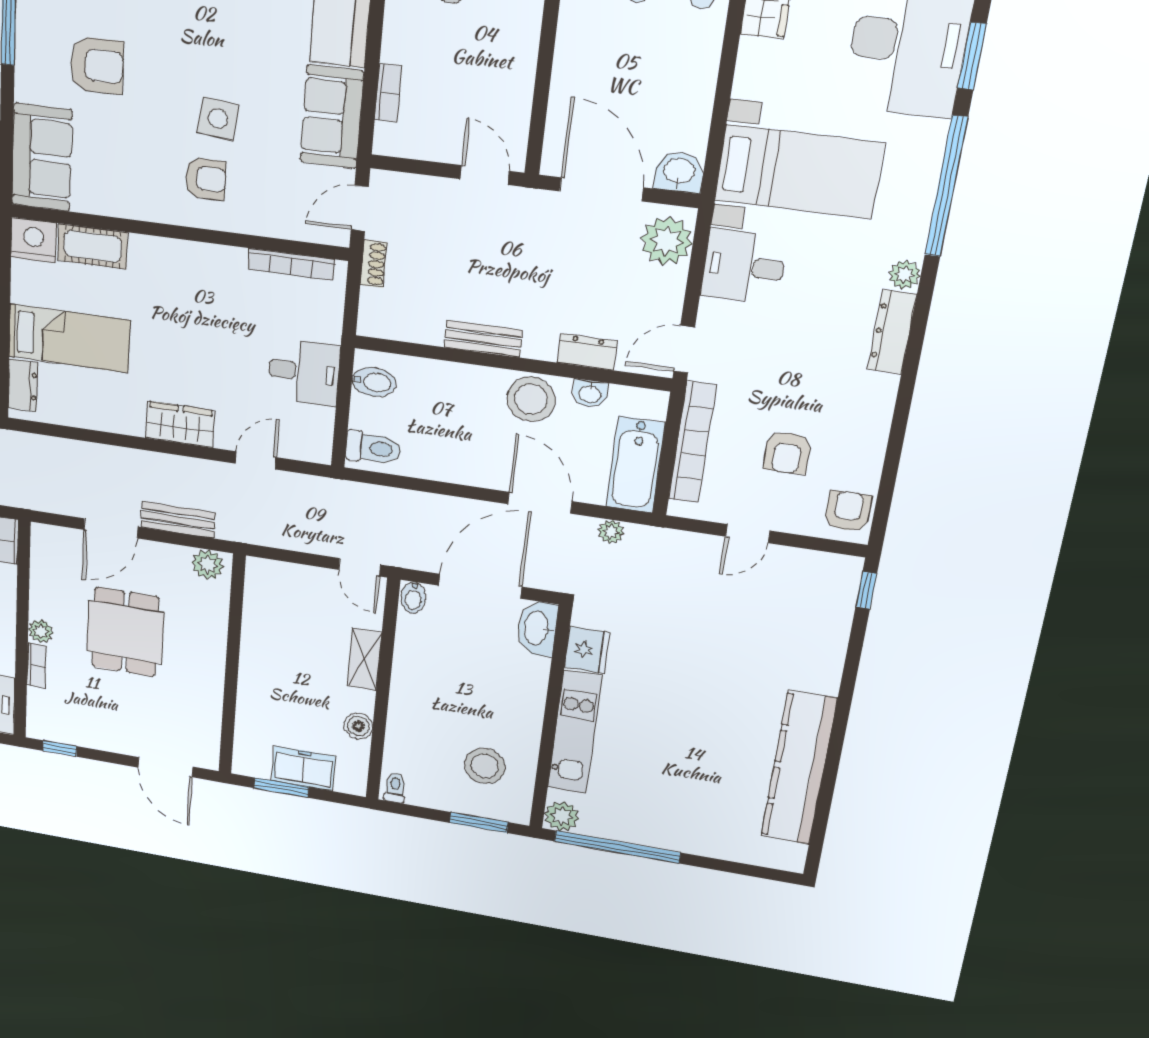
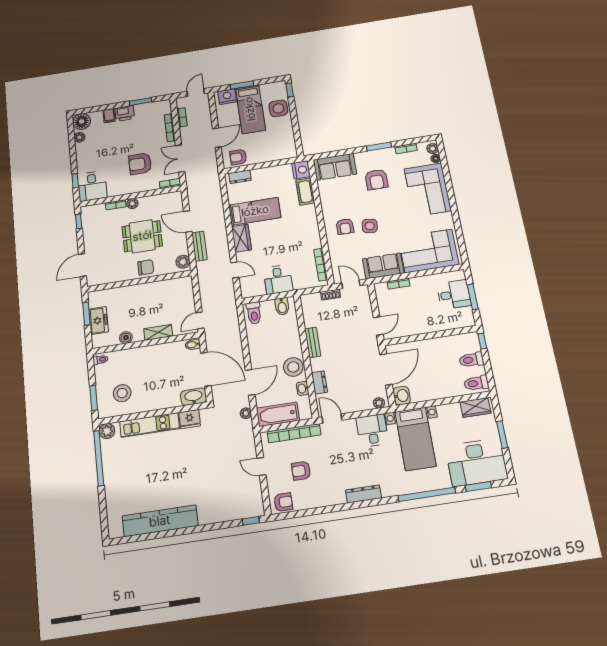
plant: (667, 241) -> (379, 403), width x0.53, depth x0.53
plant: (905, 275) -> (388, 491), removed
bed: (69, 338) -> (255, 211), moved, turned -90
chair: (202, 644) -> (146, 267), added

